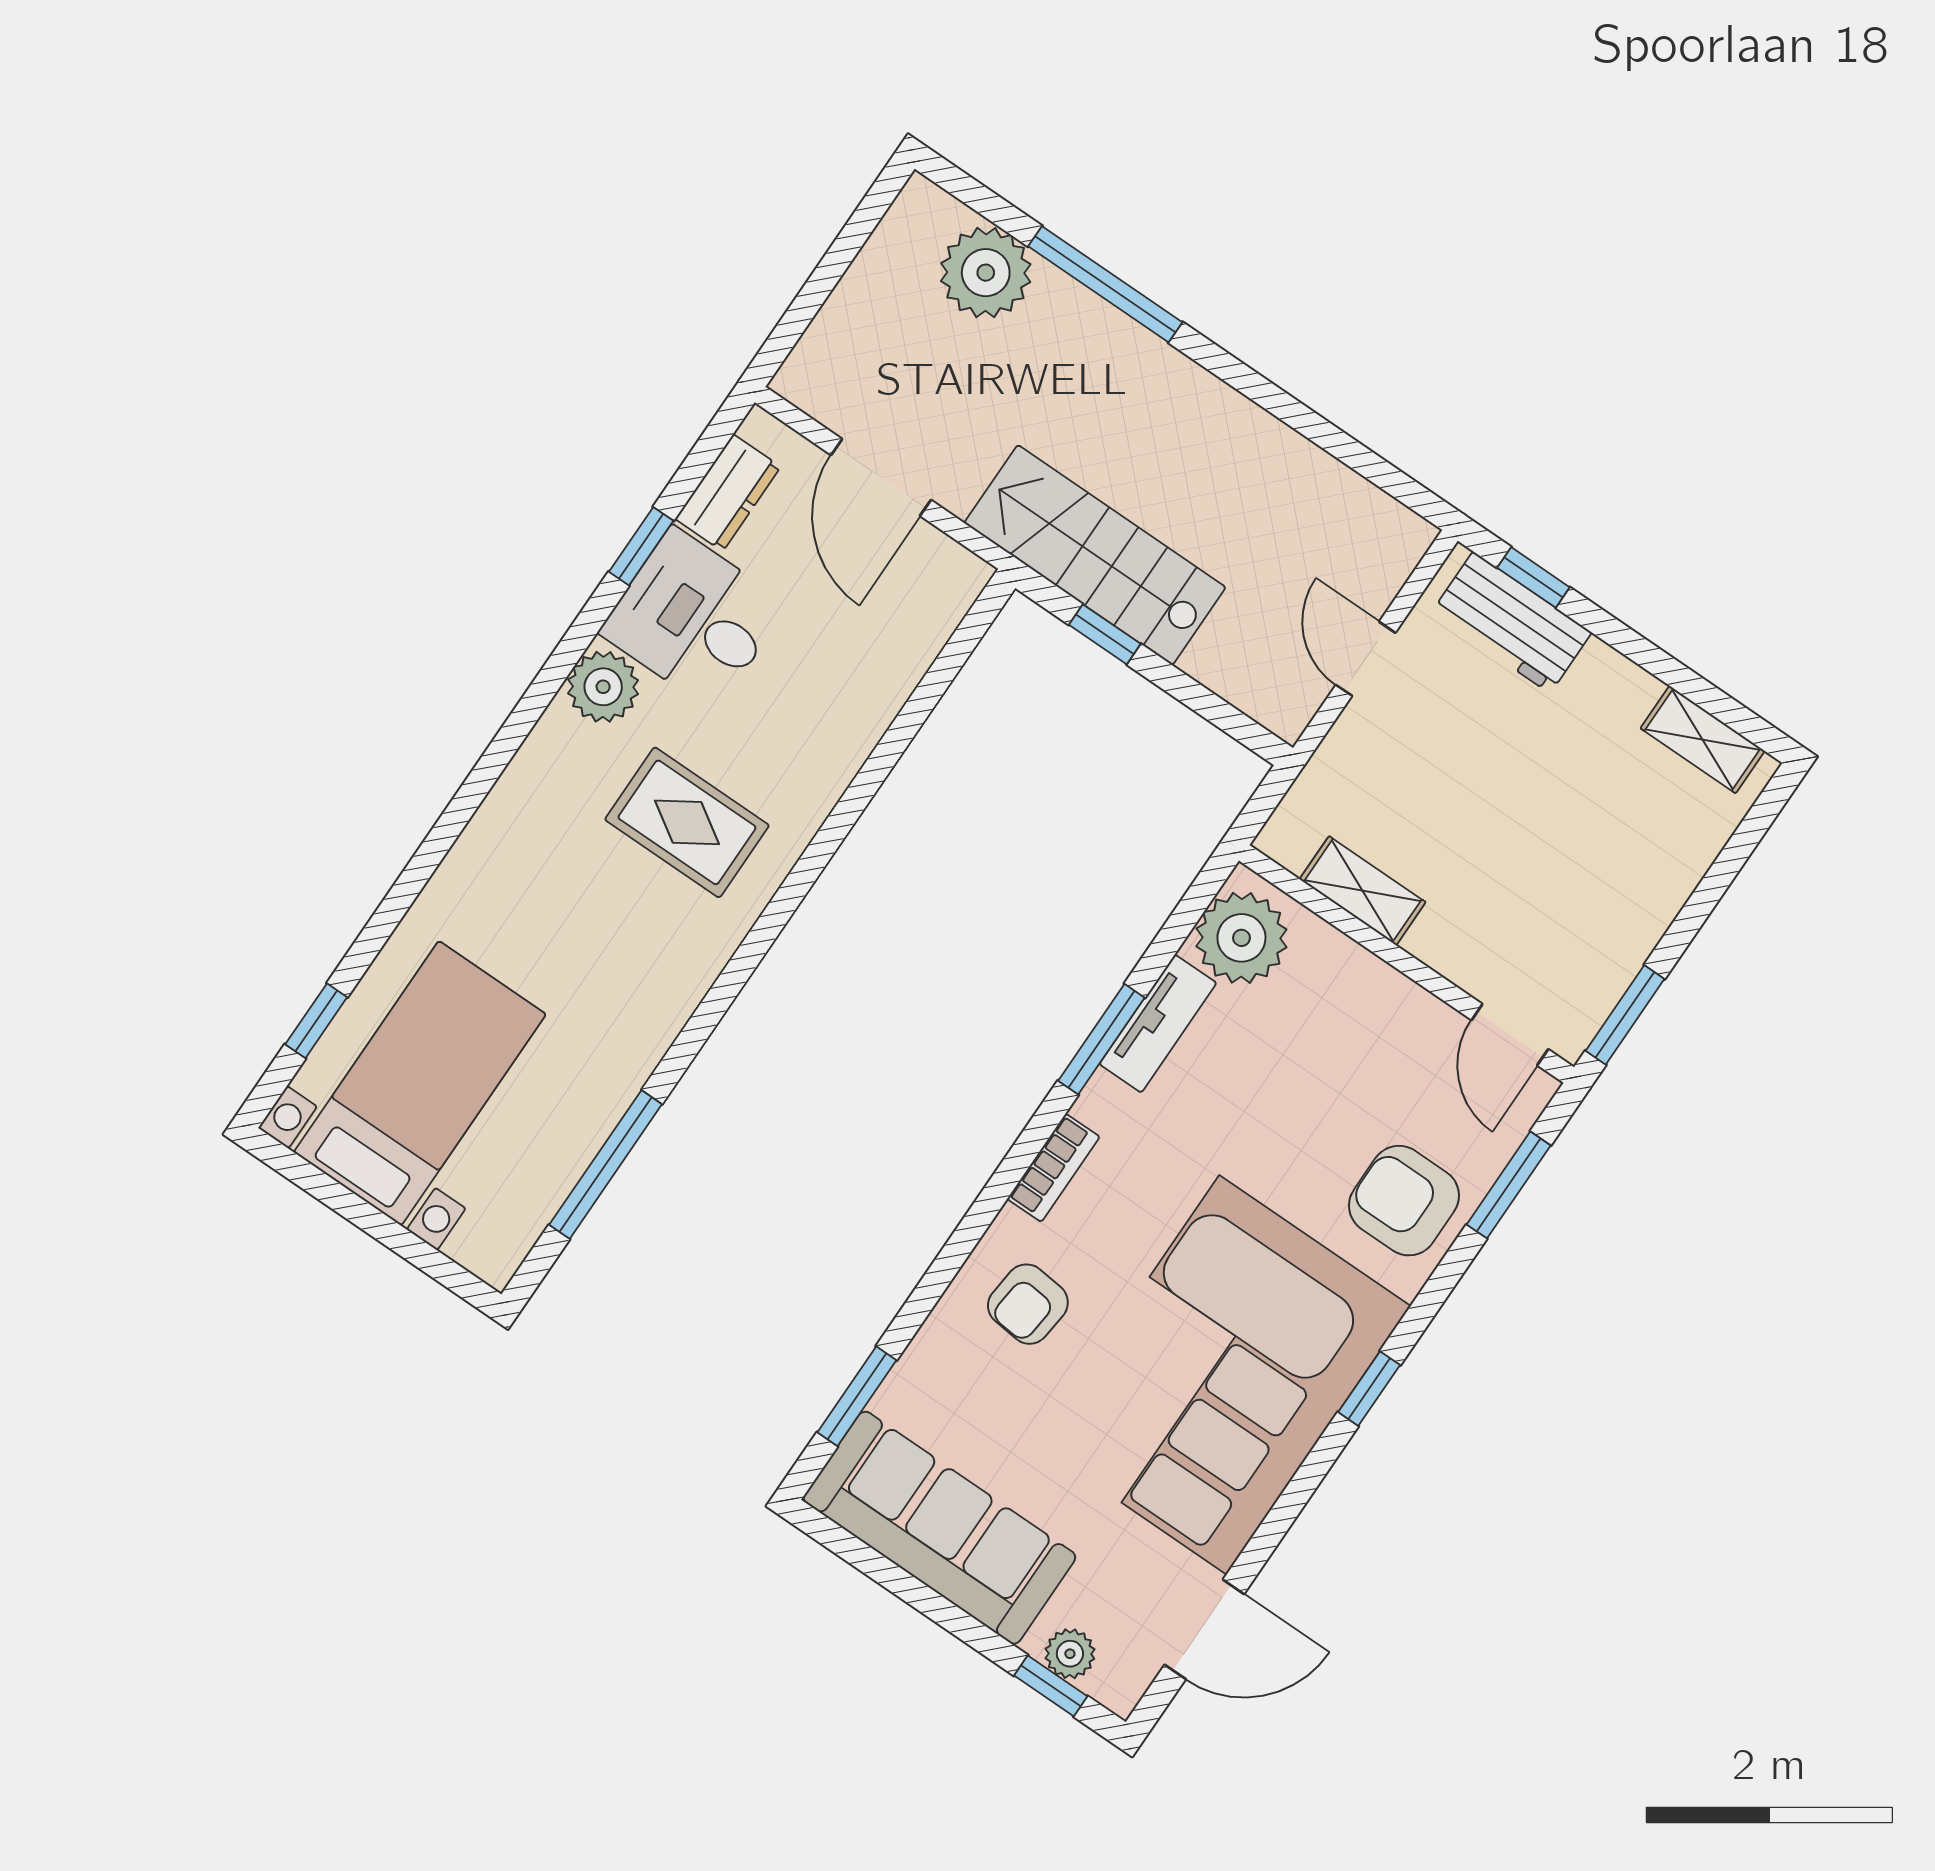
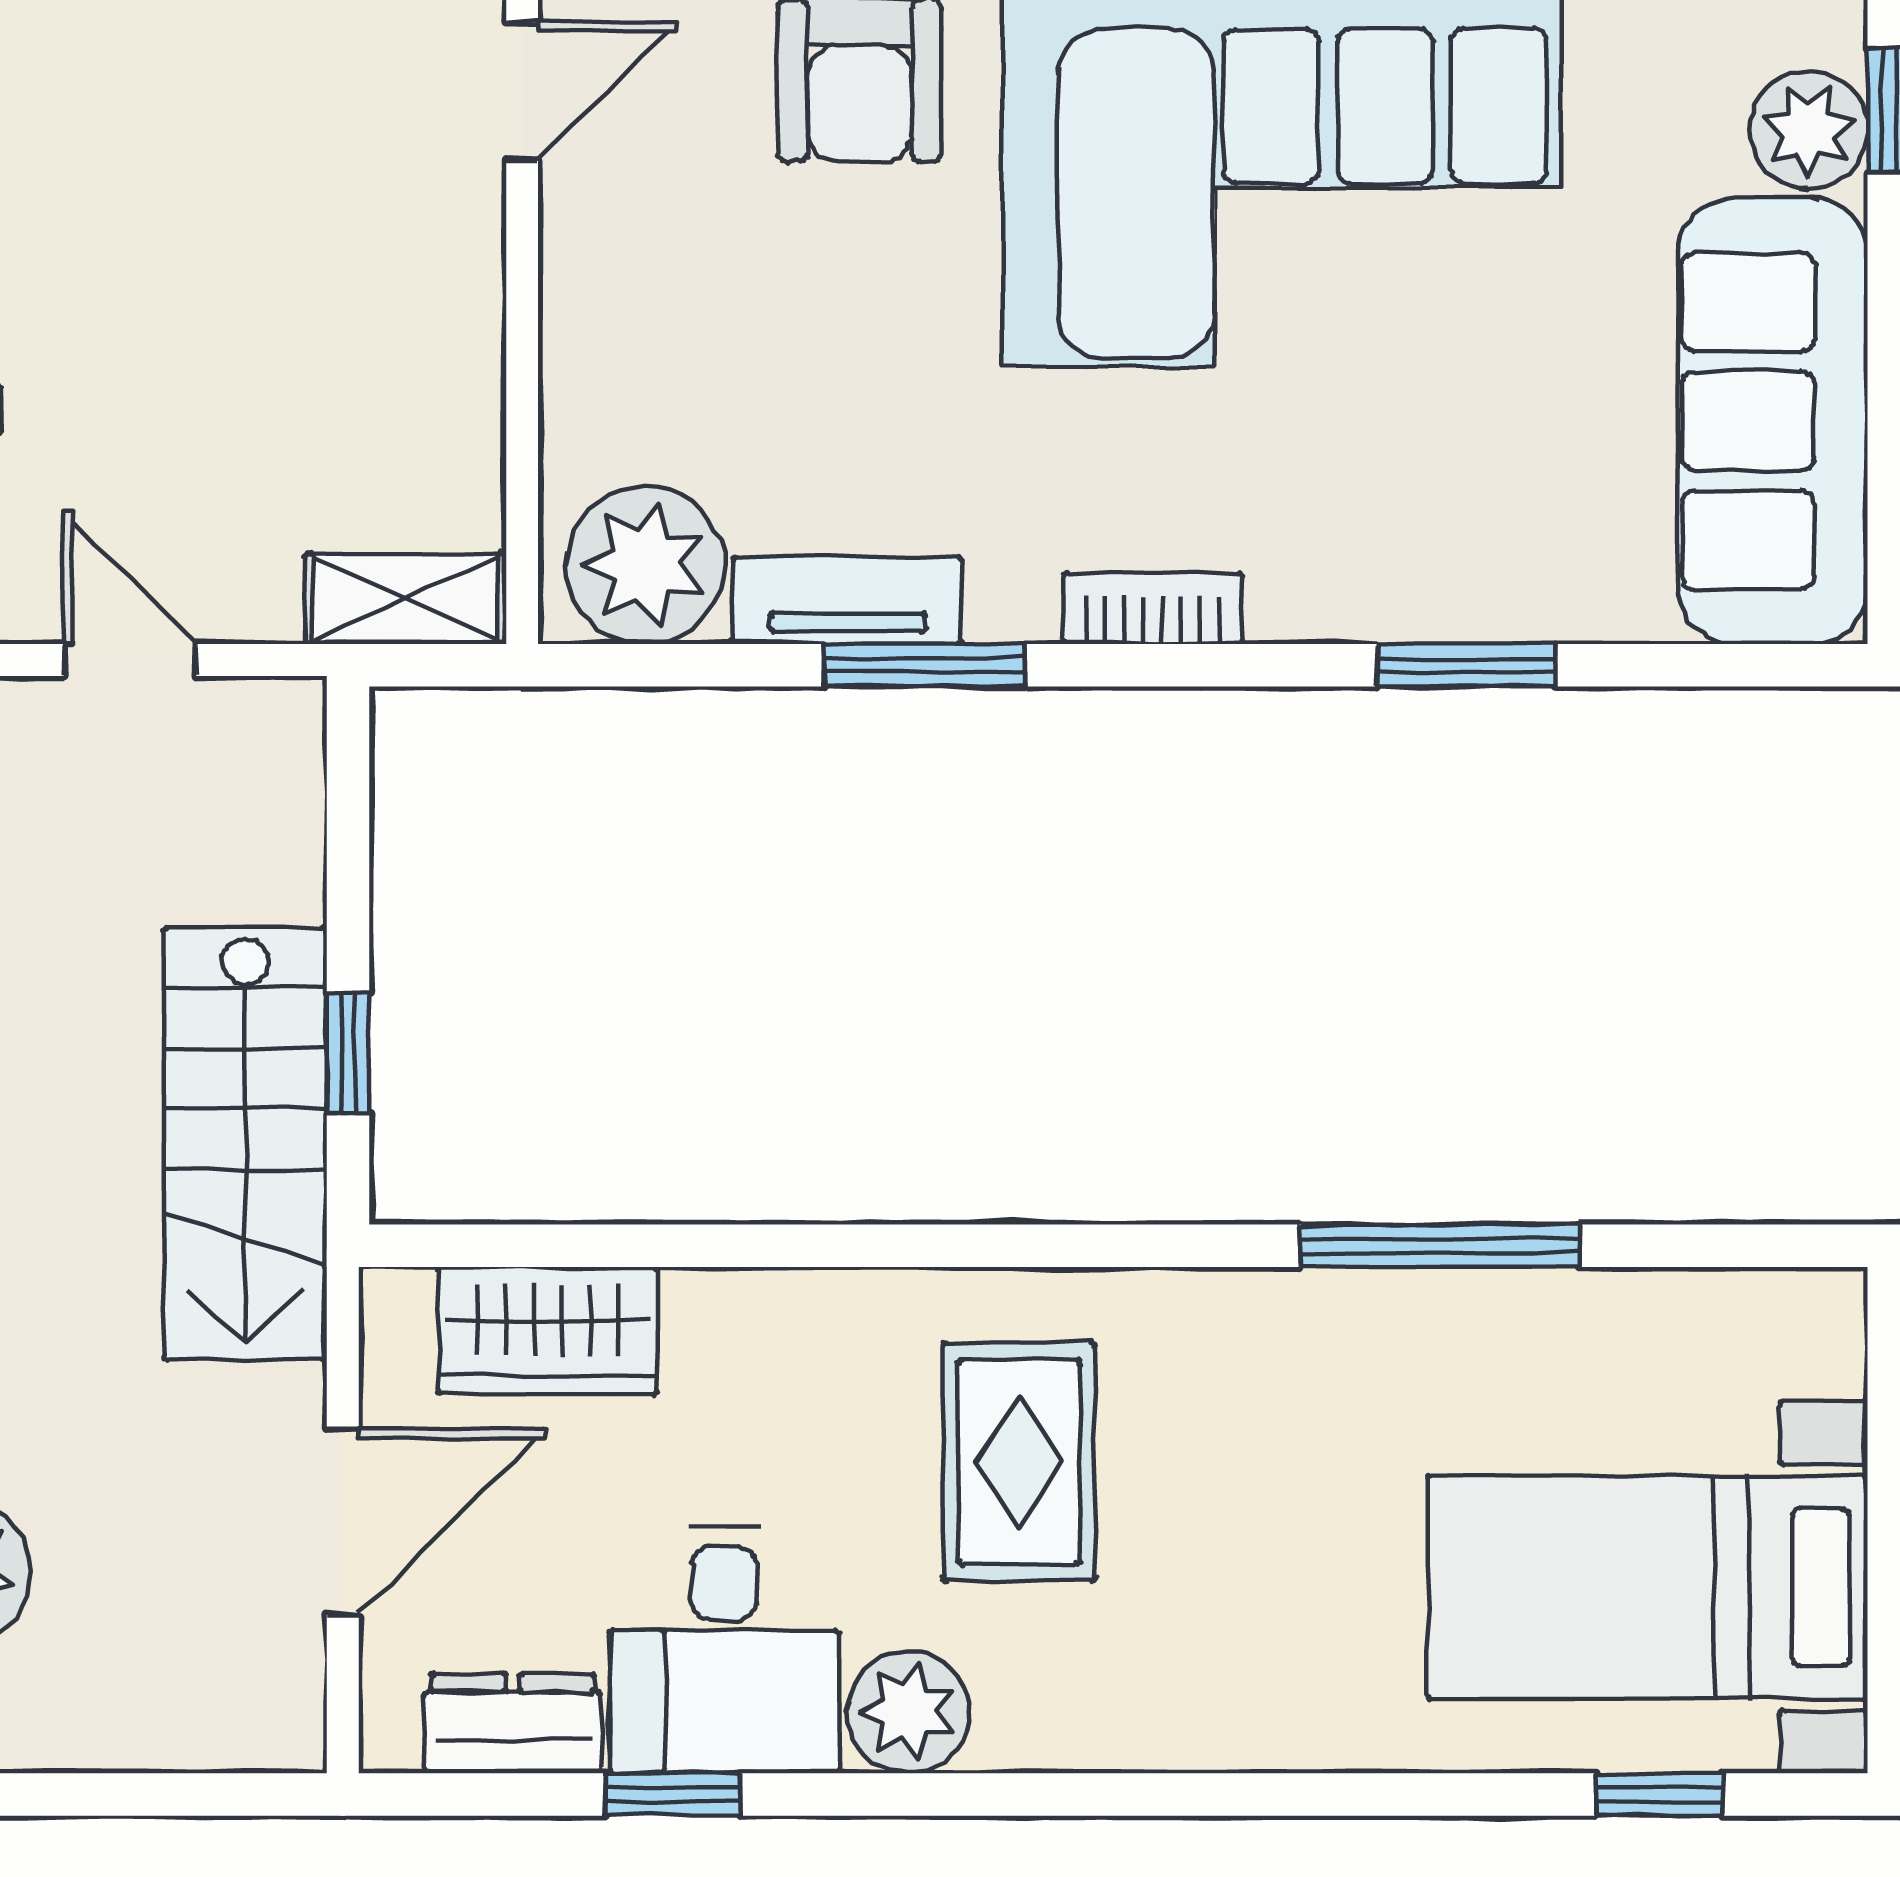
wardrobe: (905, 639) -> (548, 1330), added
door: (1366, 659) -> (130, 660), swing flipped
shelving: (1363, 891) -> (406, 599), moved, turned 90
window: (606, 1164) -> (1440, 1246), moved
armchair: (1028, 1304) -> (1370, 513), removed
window: (857, 1396) -> (1466, 665), moved
plant: (1070, 1654) -> (1809, 130), width x1.38, depth x1.38

